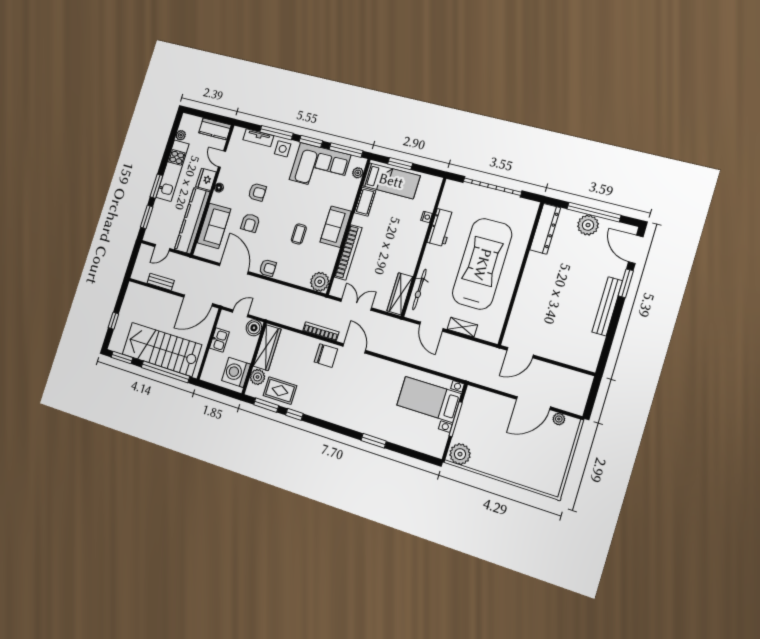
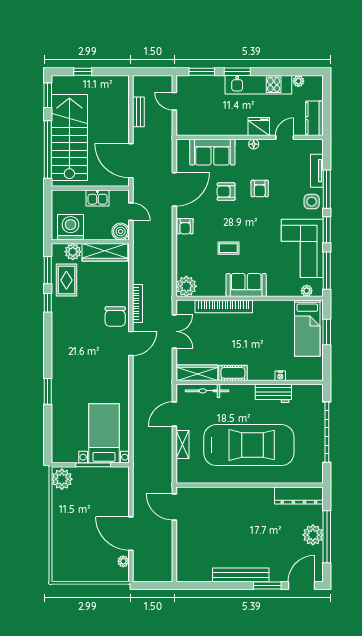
cot: (365, 202) -> (233, 373), moved
kitchen counter: (192, 221) -> (211, 126), removed

